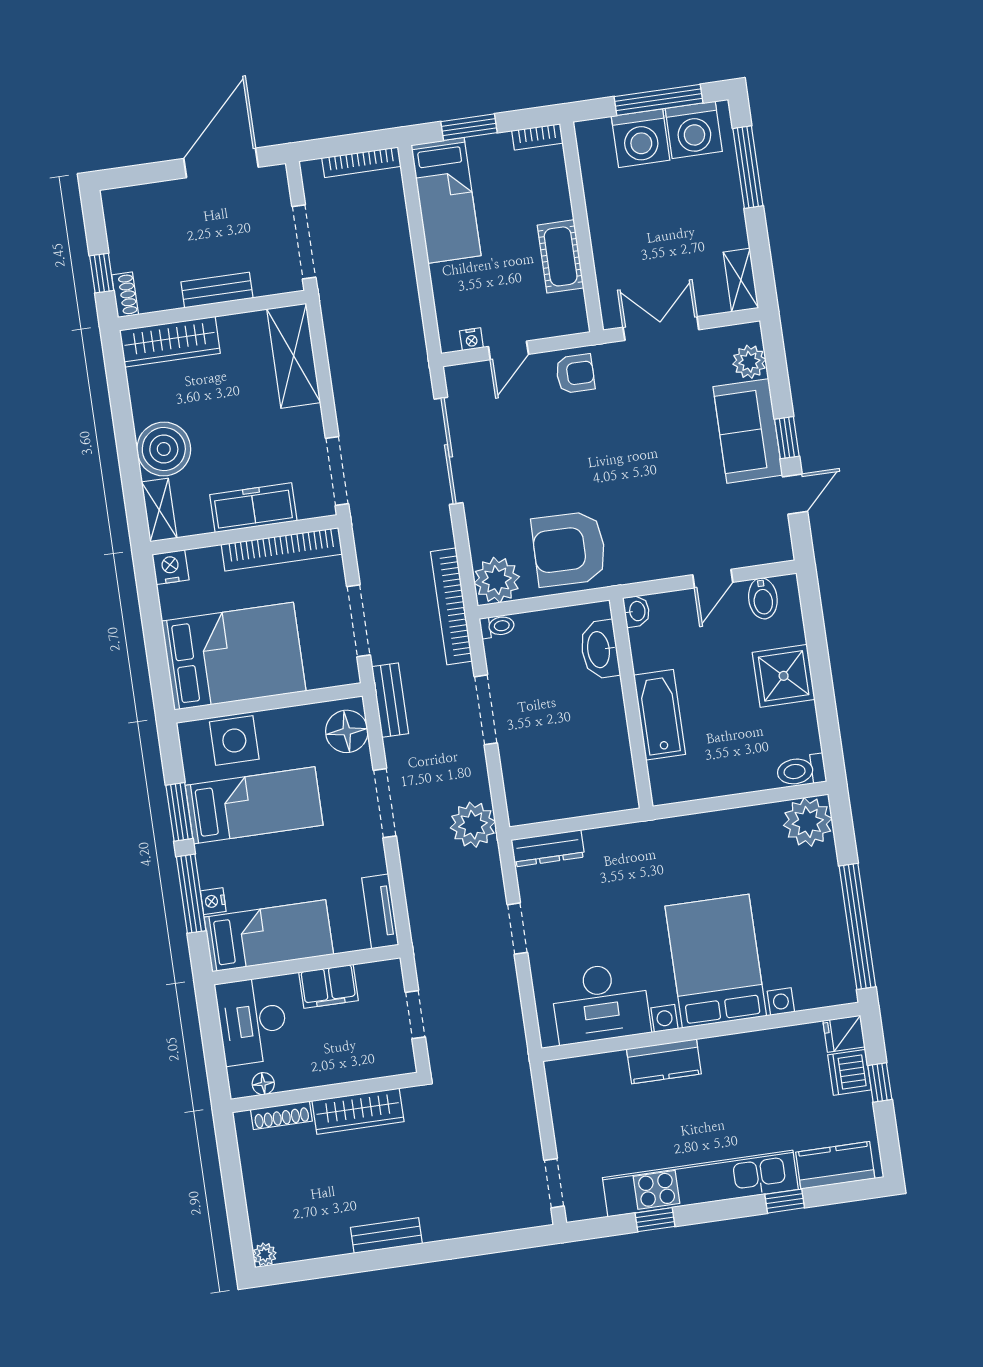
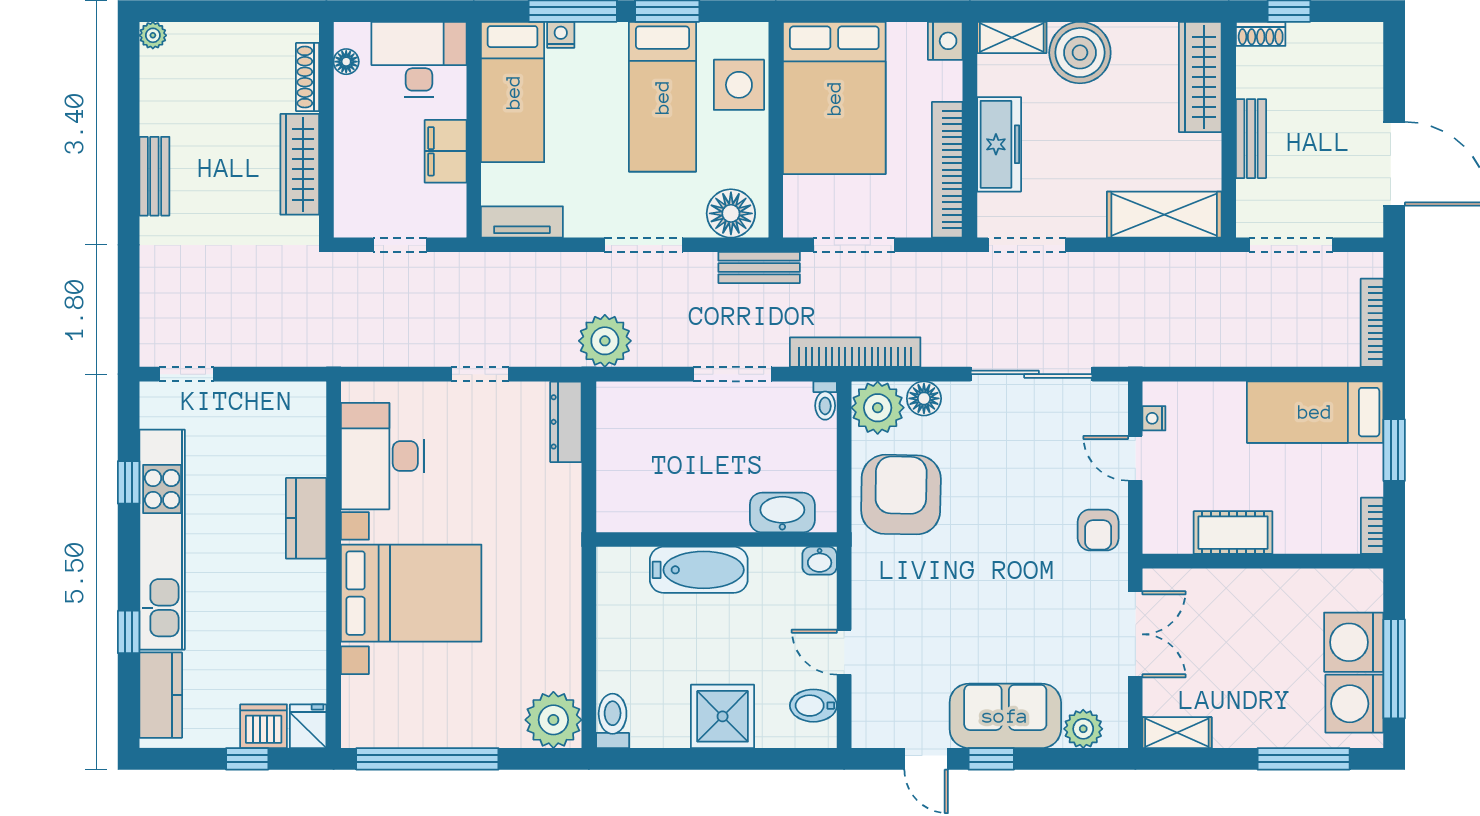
floor lamp: (483, 541) -> (924, 398), added

